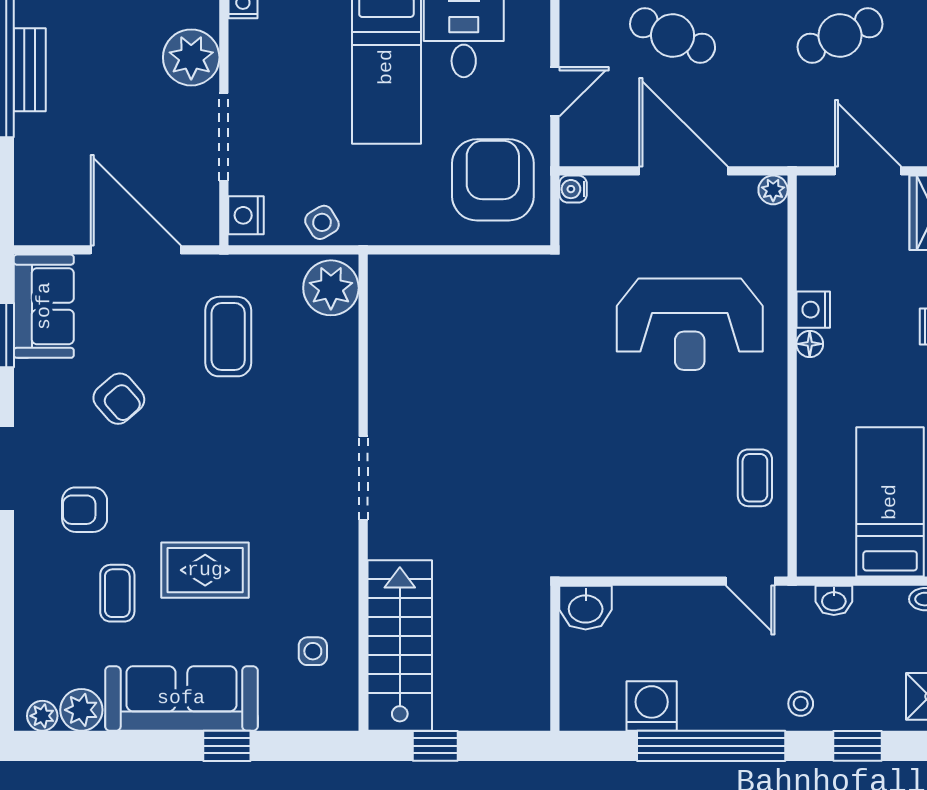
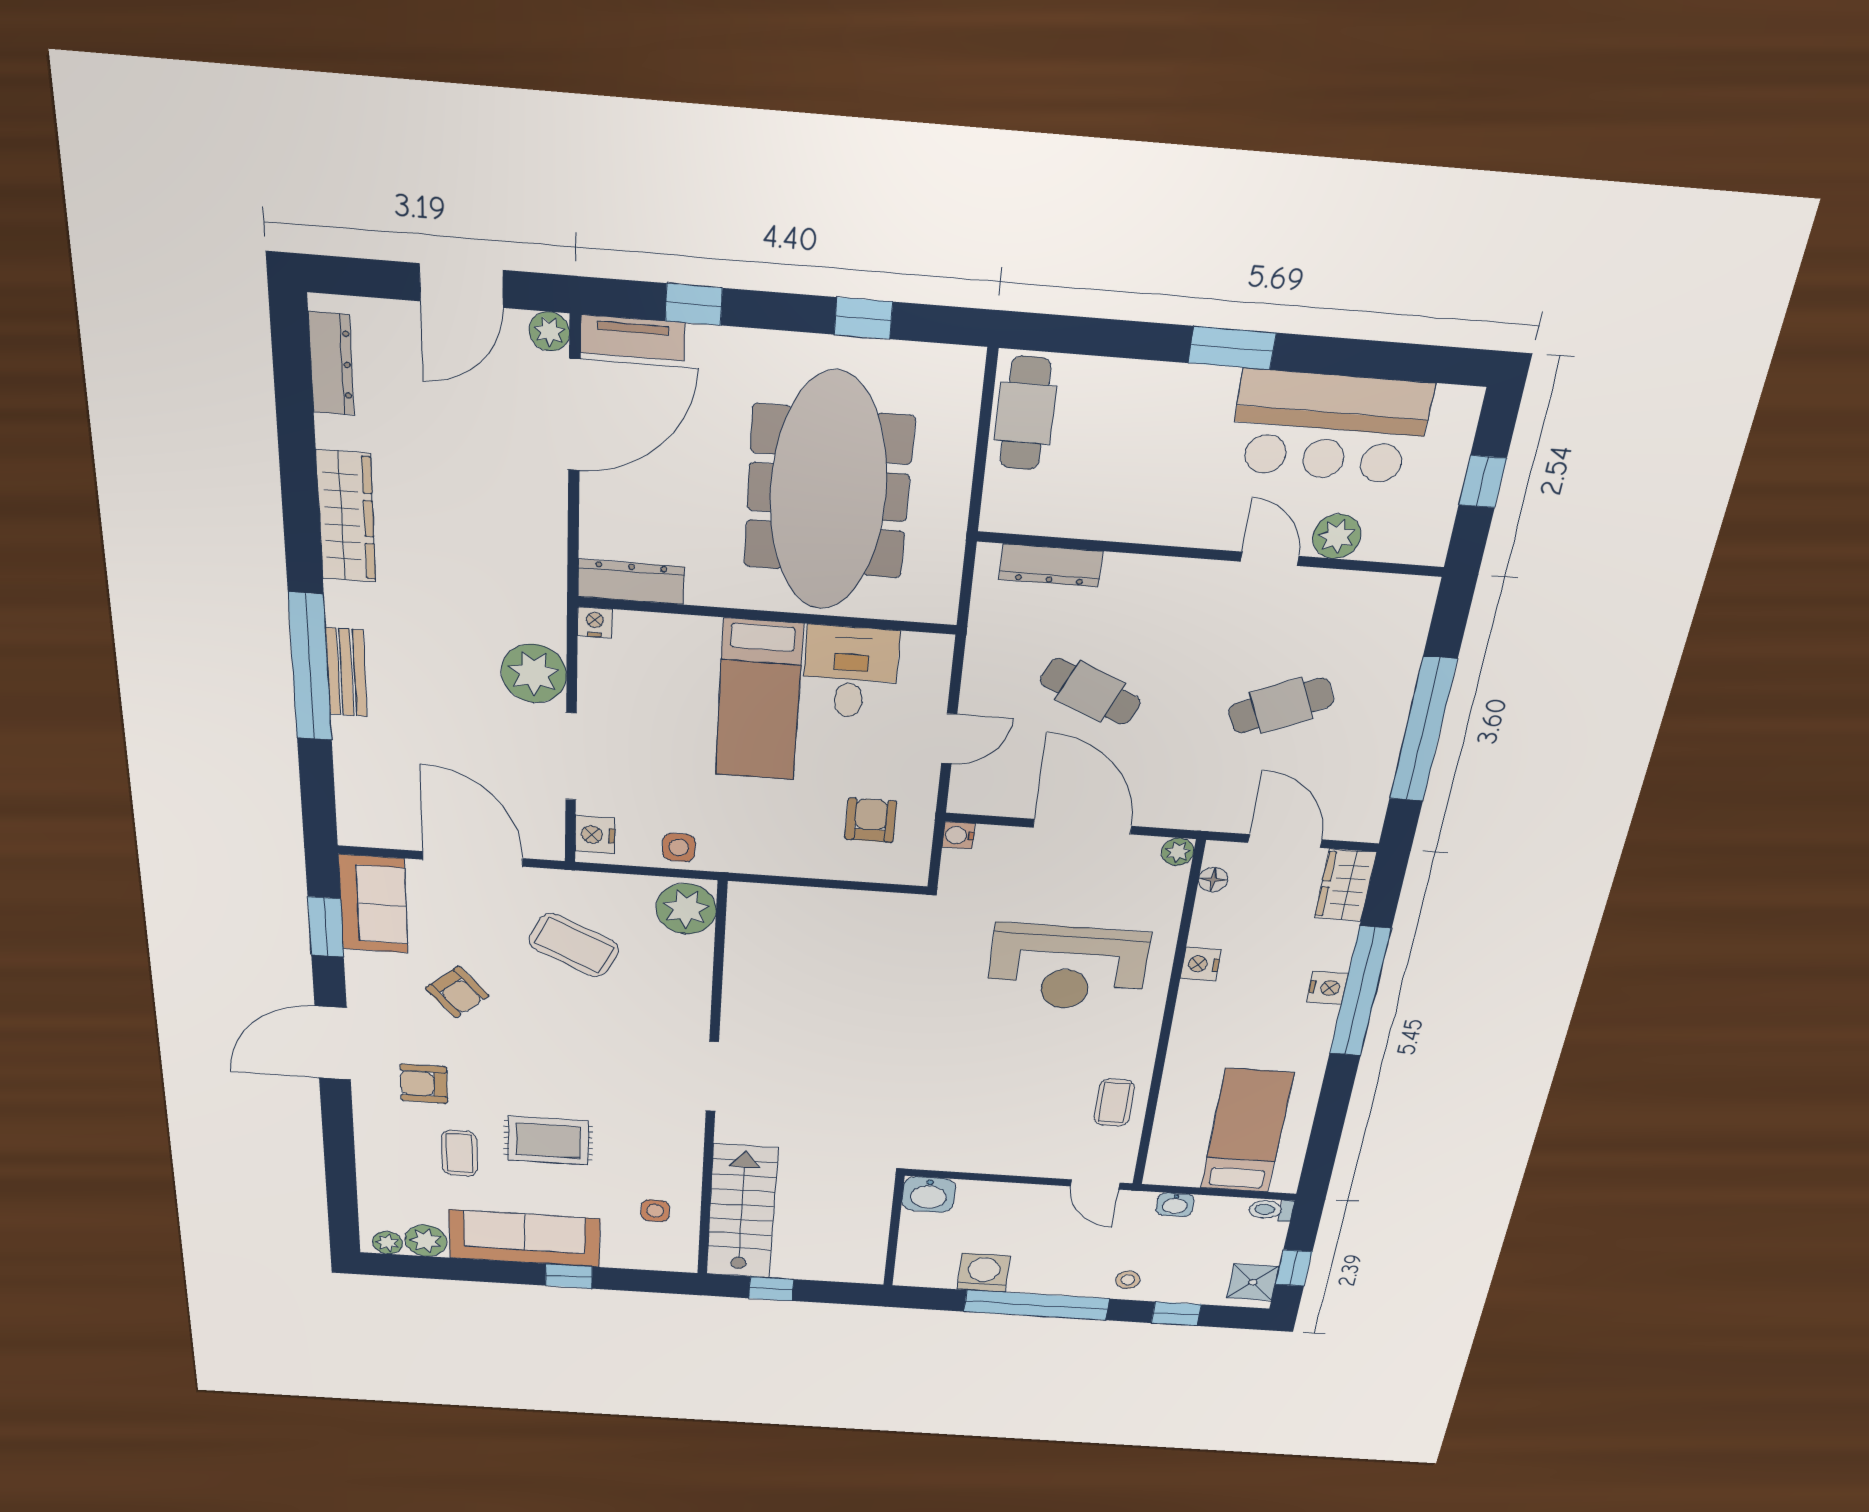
armchair: (493, 180) -> (871, 820), width x0.53, depth x0.53
side table: (322, 222) -> (679, 847), turned 31
coffee table: (228, 337) -> (574, 945), turned -64
floor lamp: (810, 344) -> (1213, 880), moved

